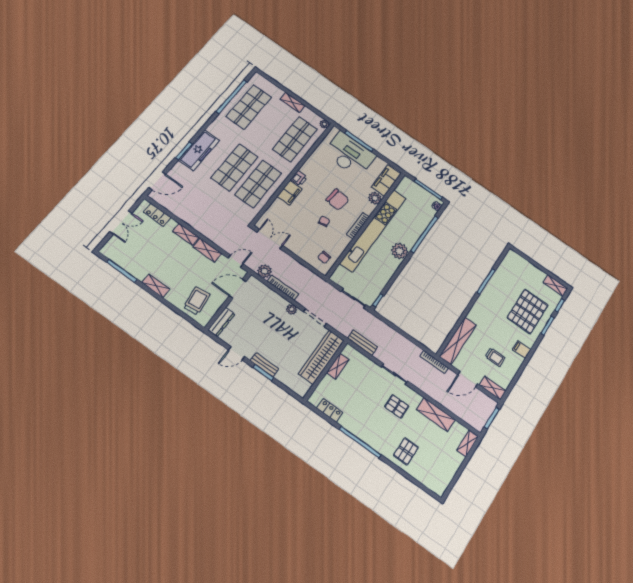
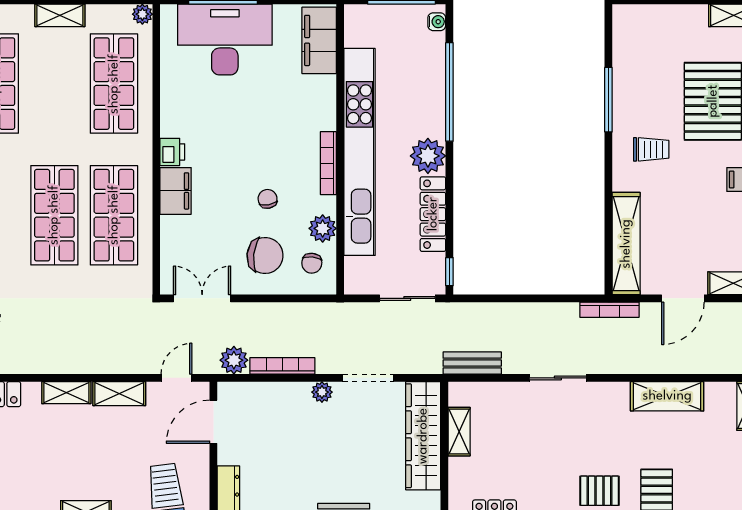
plant: (375, 198) -> (323, 228), moved
chair: (337, 200) -> (265, 255), moved
locker: (387, 274) -> (433, 214), added
trolley: (495, 357) -> (651, 149), moved
pallet: (397, 406) -> (600, 491), moved

